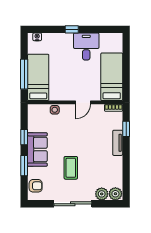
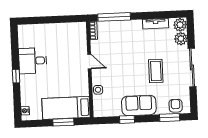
window: (24, 74) -> (63, 122), width x0.69
bed: (112, 77) -> (62, 34), removed
window: (126, 129) -> (114, 17), width x2.17
tv unit: (118, 143) -> (156, 24), moved
window: (24, 166) -> (170, 118), moved
coffee table: (71, 168) -> (156, 71), turned 90

